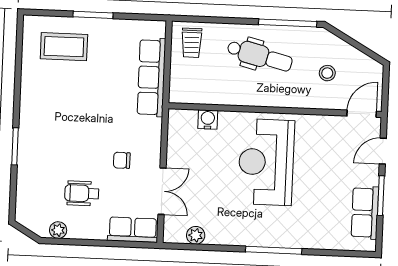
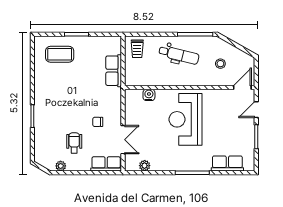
row of seats: (151, 77) -> (114, 71), width x0.68
wheelchair: (82, 193) -> (74, 143), turned 90
row of seats: (365, 213) -> (227, 163), moved, turned 90

